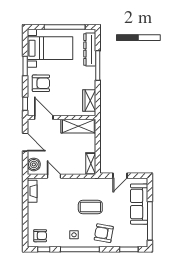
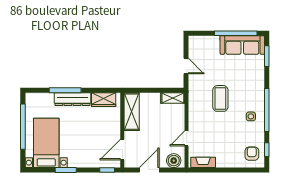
dresser: (90, 49) -> (72, 99), moved
armchair: (41, 83) -> (85, 153), removed
sofa: (139, 204) -> (242, 45), moved
armchair: (104, 233) -> (249, 84), removed

